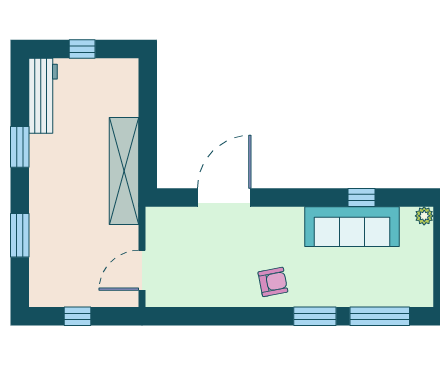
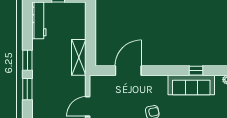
window: (20, 147) -> (27, 60), moved
shelving: (124, 171) -> (79, 57), width x0.68

